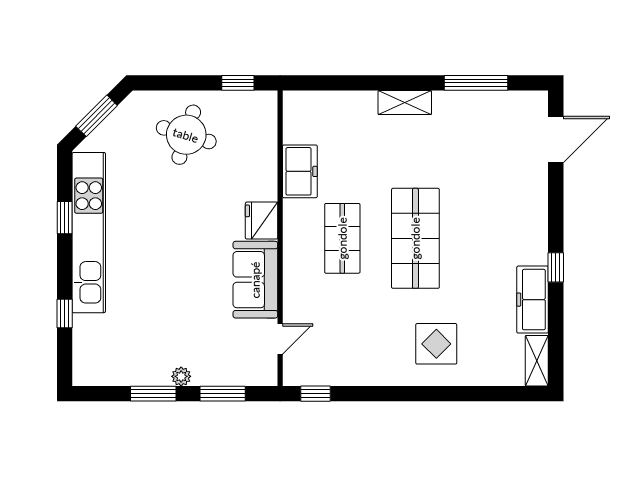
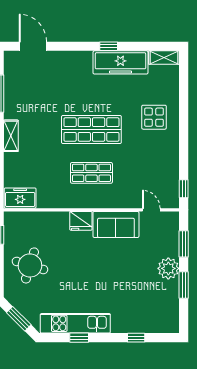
freezer: (300, 171) -> (20, 198), moved
kitchen unit: (89, 233) -> (75, 323), width x0.73
freezer: (533, 300) -> (120, 62), width x1.36, depth x1.26
plant: (181, 376) -> (168, 268), width x1.88, depth x1.88

